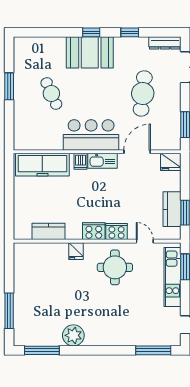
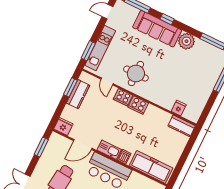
kitchen counter: (49, 231) -> (182, 126), moved
fridge: (76, 251) -> (179, 108), moved
sofa: (116, 333) -> (157, 29), added
window: (109, 350) -> (167, 19), added

